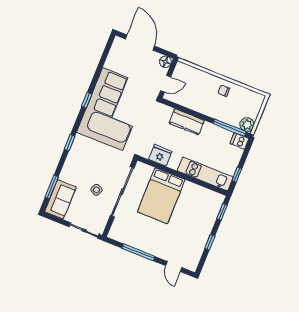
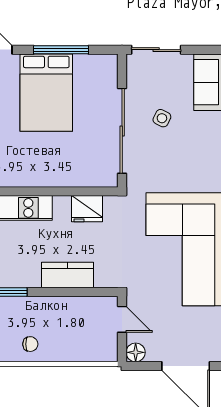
door: (166, 84) -> (122, 319), swing flipped
bed: (161, 196) -> (46, 93), moved, turned 180

